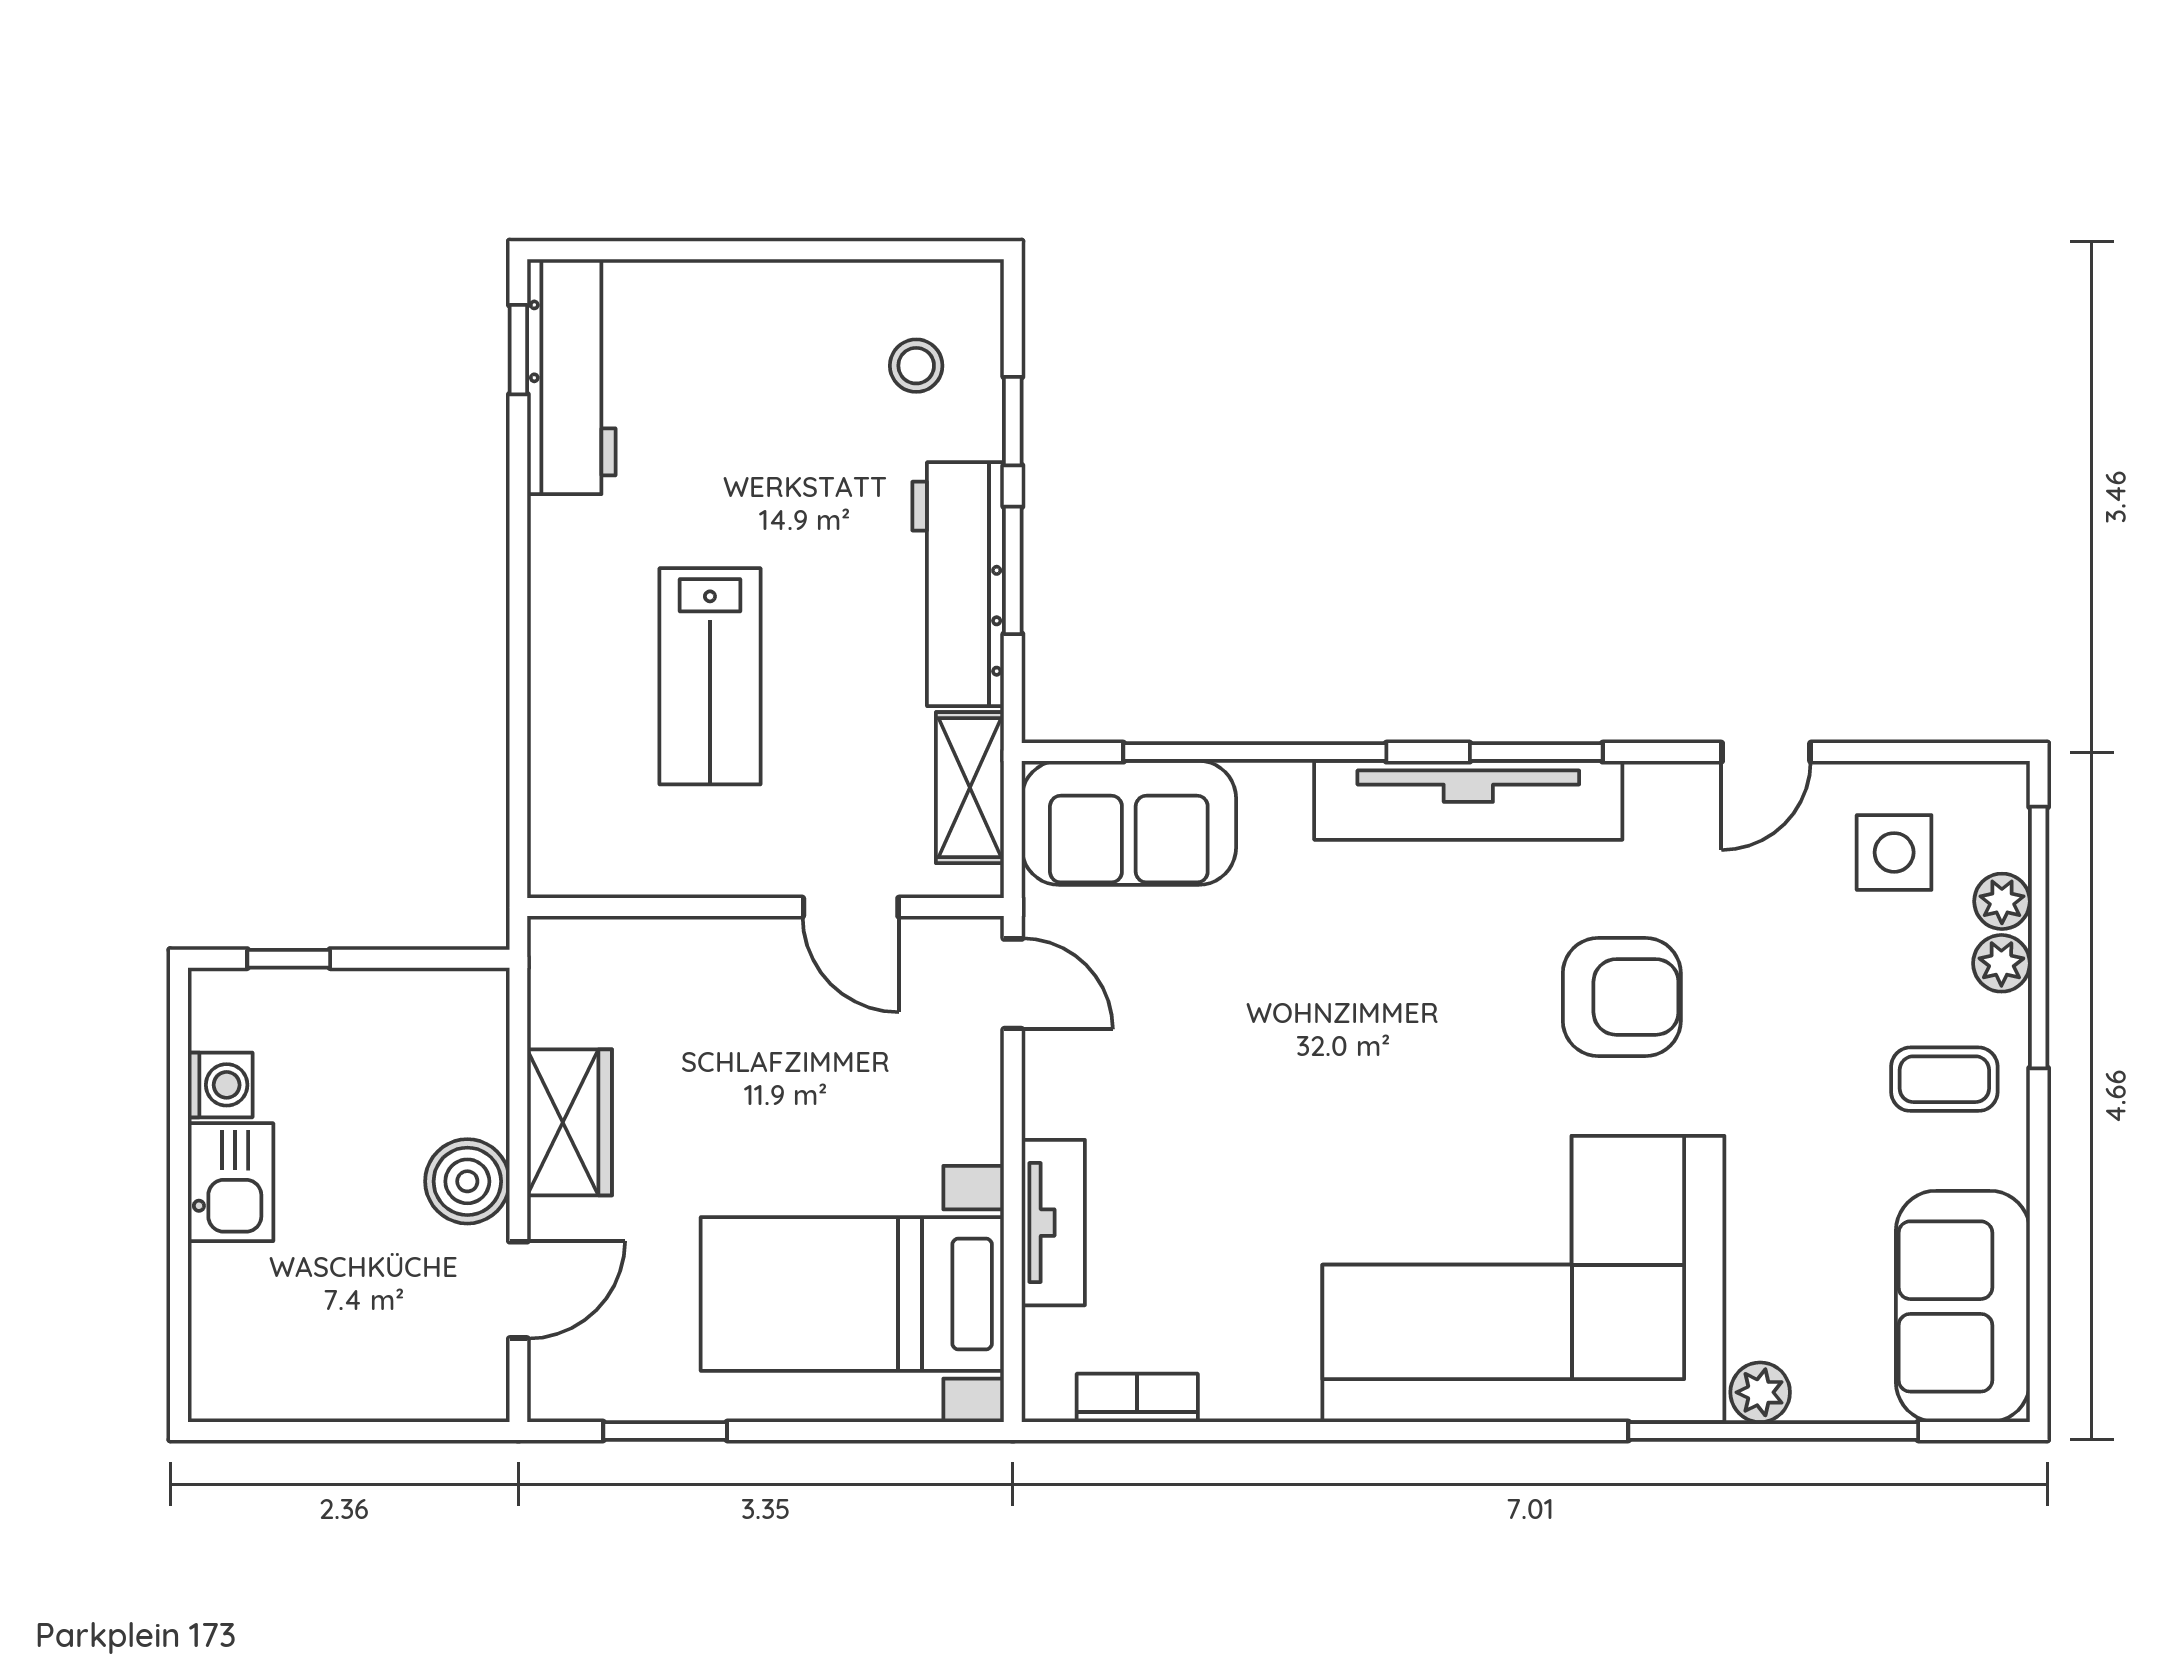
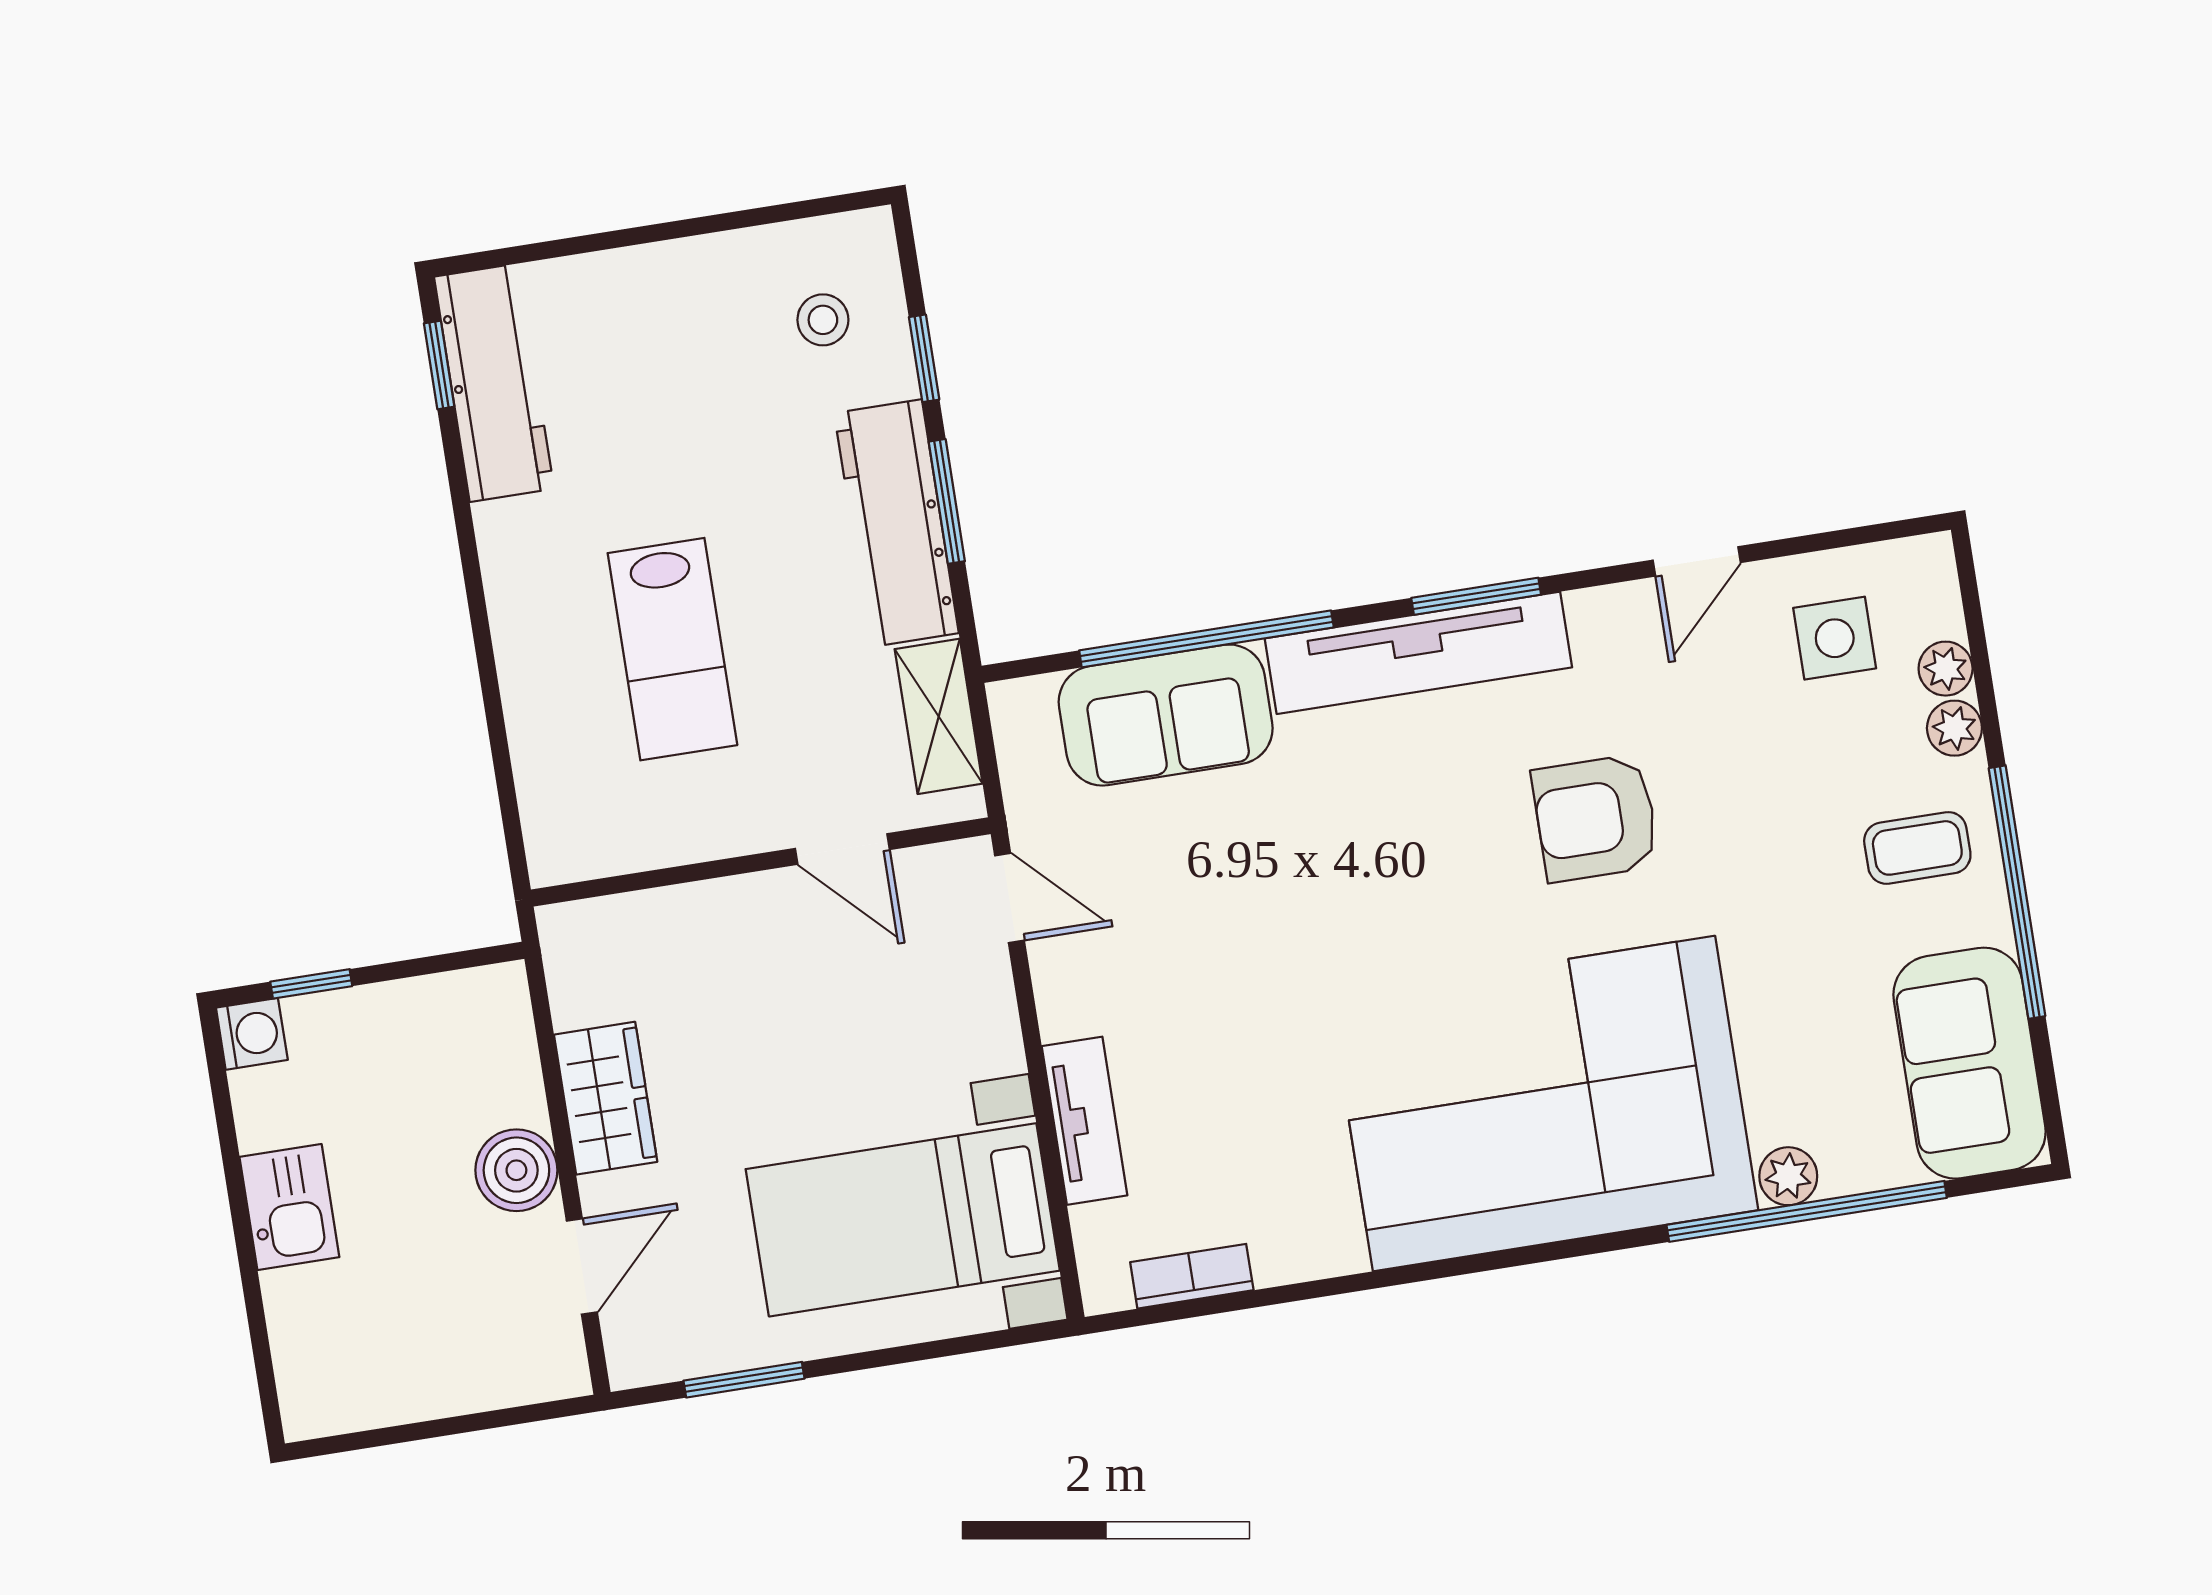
sofa: (1129, 823) -> (1166, 715), moved
window: (2039, 937) -> (2017, 892), moved
armchair: (1622, 997) -> (1596, 818), turned 180
washing machine: (220, 1085) -> (252, 1034), moved

